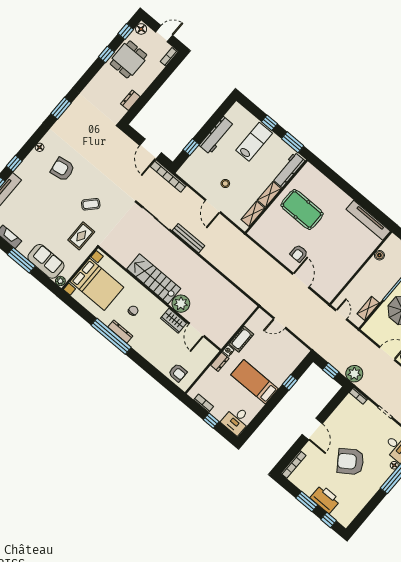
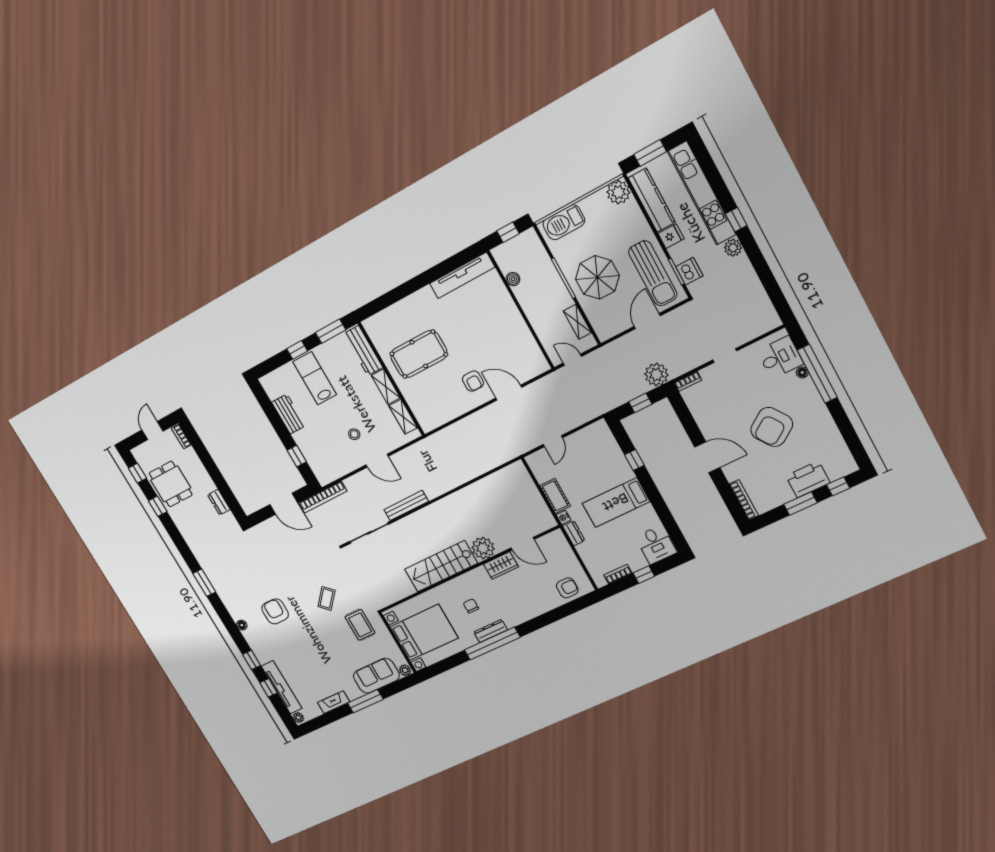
floor lamp: (141, 29) -> (139, 455), removed
workbench: (217, 135) -> (289, 414), width x0.73
armchair: (63, 169) -> (275, 611), turned 99

